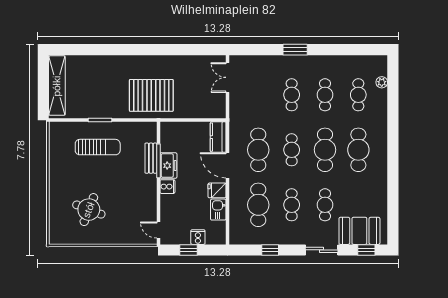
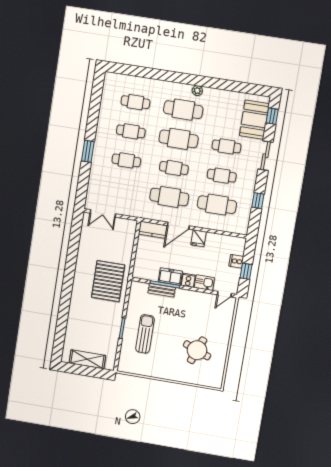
plant: (382, 82) -> (197, 91), moved
shelving: (57, 86) -> (87, 359), width x0.68
kitchen sink: (218, 210) -> (204, 283), moved, turned 180

